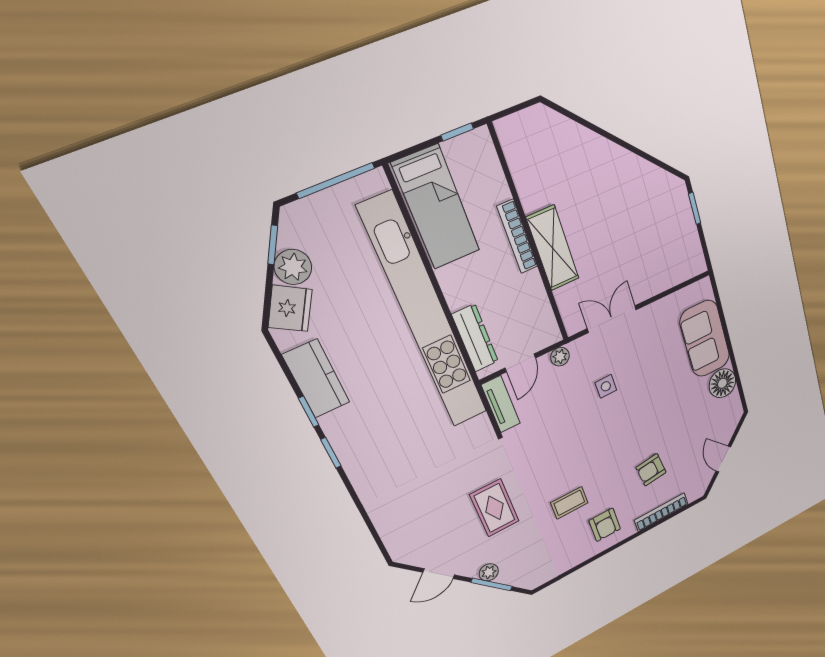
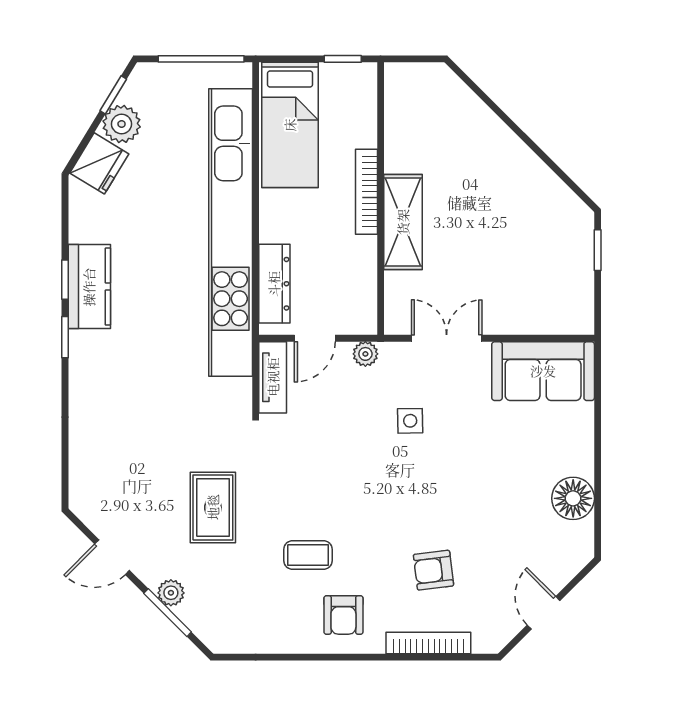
sofa: (705, 339) -> (543, 371), moved, turned -90
kitchen counter: (316, 379) -> (89, 287), moved

